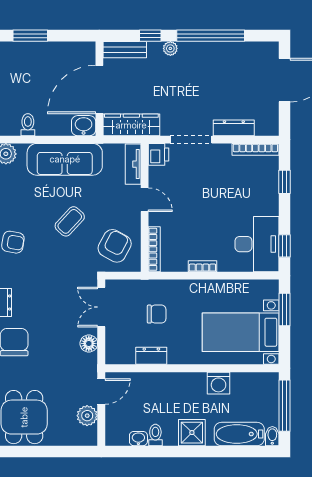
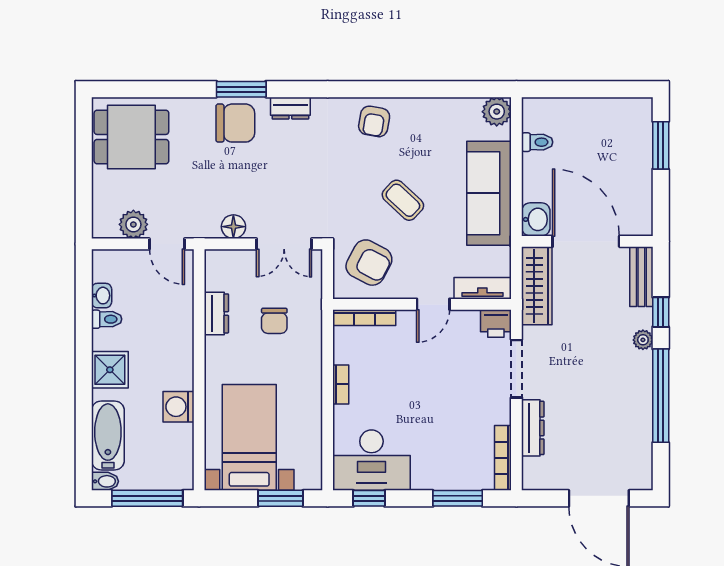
window: (285, 182) -> (458, 498), width x1.50
double door: (101, 307) -> (284, 244), swing flipped

